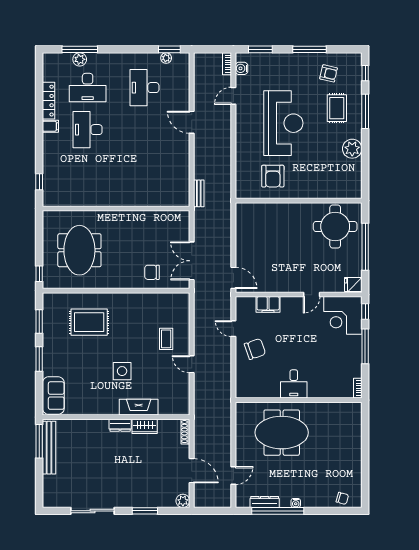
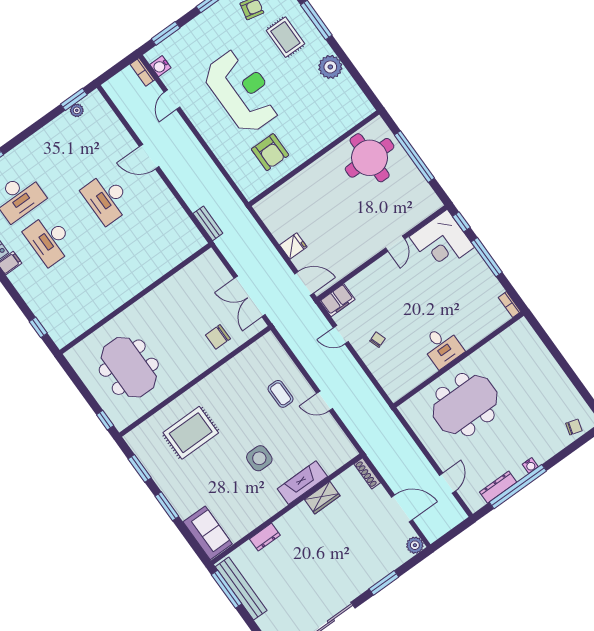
desk: (144, 88) -> (107, 198), moved
fridge: (353, 284) -> (293, 246), moved, turned 180
filing cabinet: (268, 304) -> (337, 300), moved
chair: (255, 349) -> (377, 340), width x0.54, depth x0.54
dresser: (120, 425) -> (265, 537), moved

